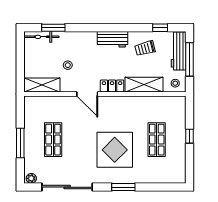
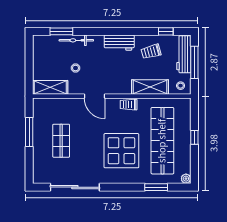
bicycle: (41, 37) -> (76, 40), moved
locker: (112, 86) -> (119, 88), removed
trolley: (122, 103) -> (129, 105), added
shop shelf: (157, 140) -> (162, 141), width x2.00, depth x1.36
window: (20, 143) -> (29, 132), moved
plant: (31, 178) -> (186, 179), moved
window: (123, 187) -> (156, 187), moved

